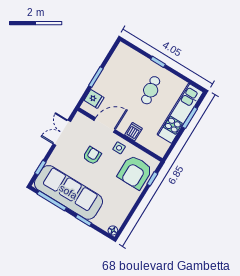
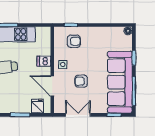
double door: (62, 133) -> (78, 115), swing flipped
armchair: (135, 172) -> (74, 41), width x0.53, depth x0.53

